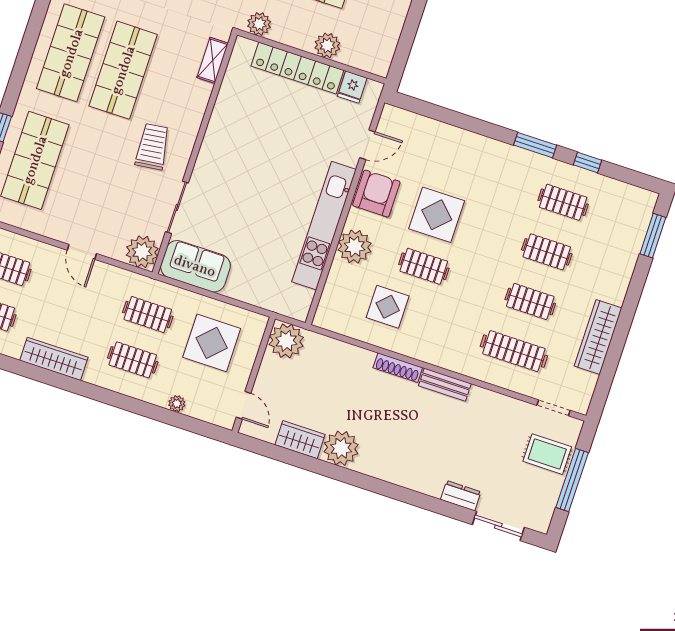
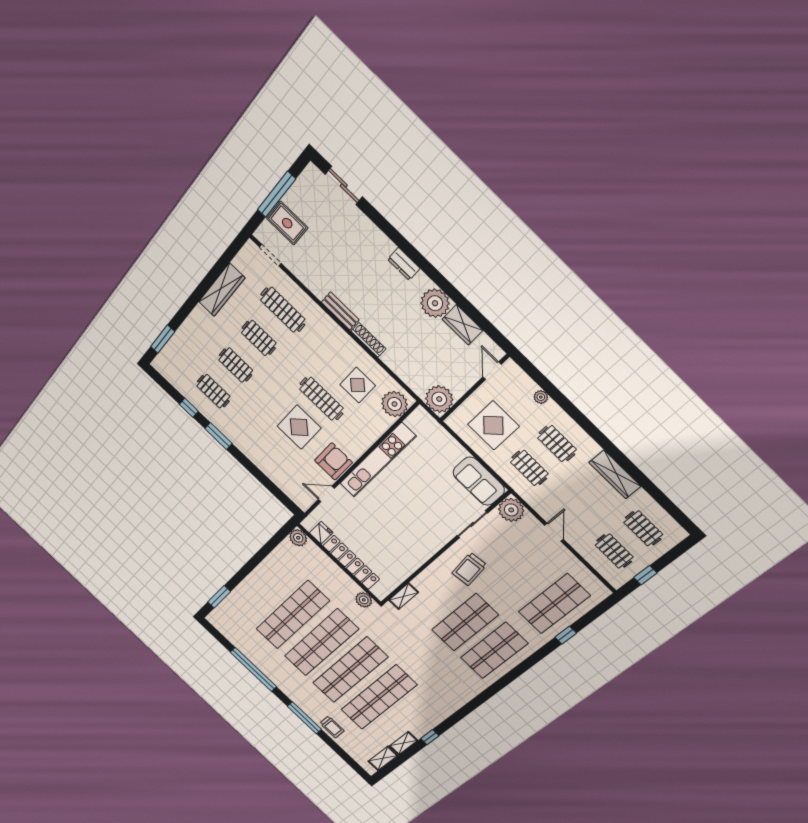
plant: (327, 45) -> (298, 538), moved
armchair: (376, 194) -> (333, 461), turned 180
plant: (355, 247) -> (394, 404), moved
clothes rail: (424, 266) -> (321, 399), width x1.36
dresser: (461, 496) -> (404, 264), moved

